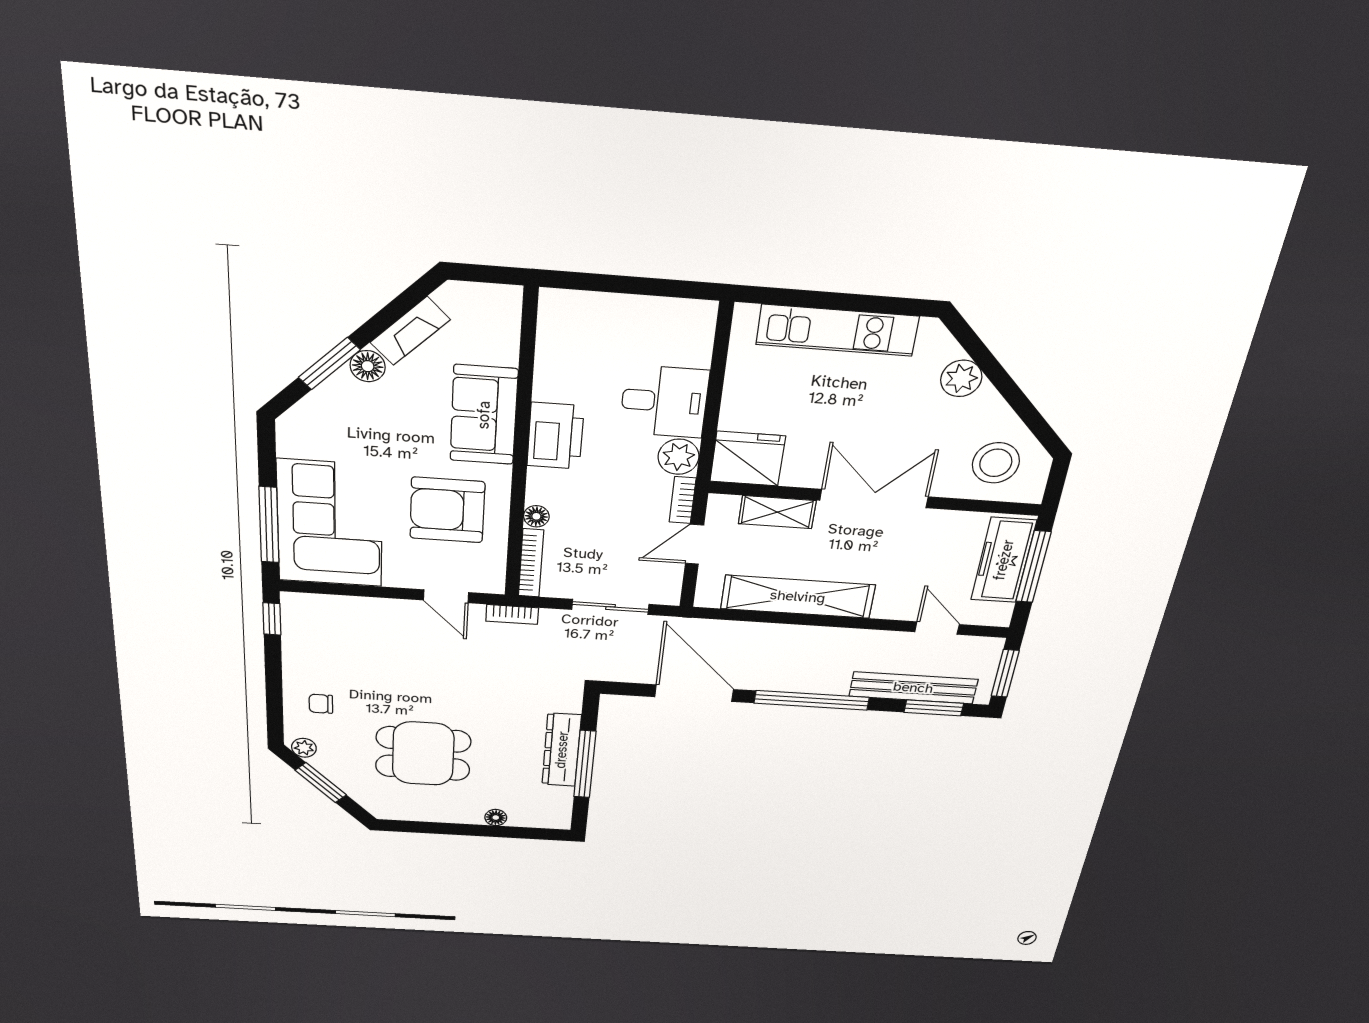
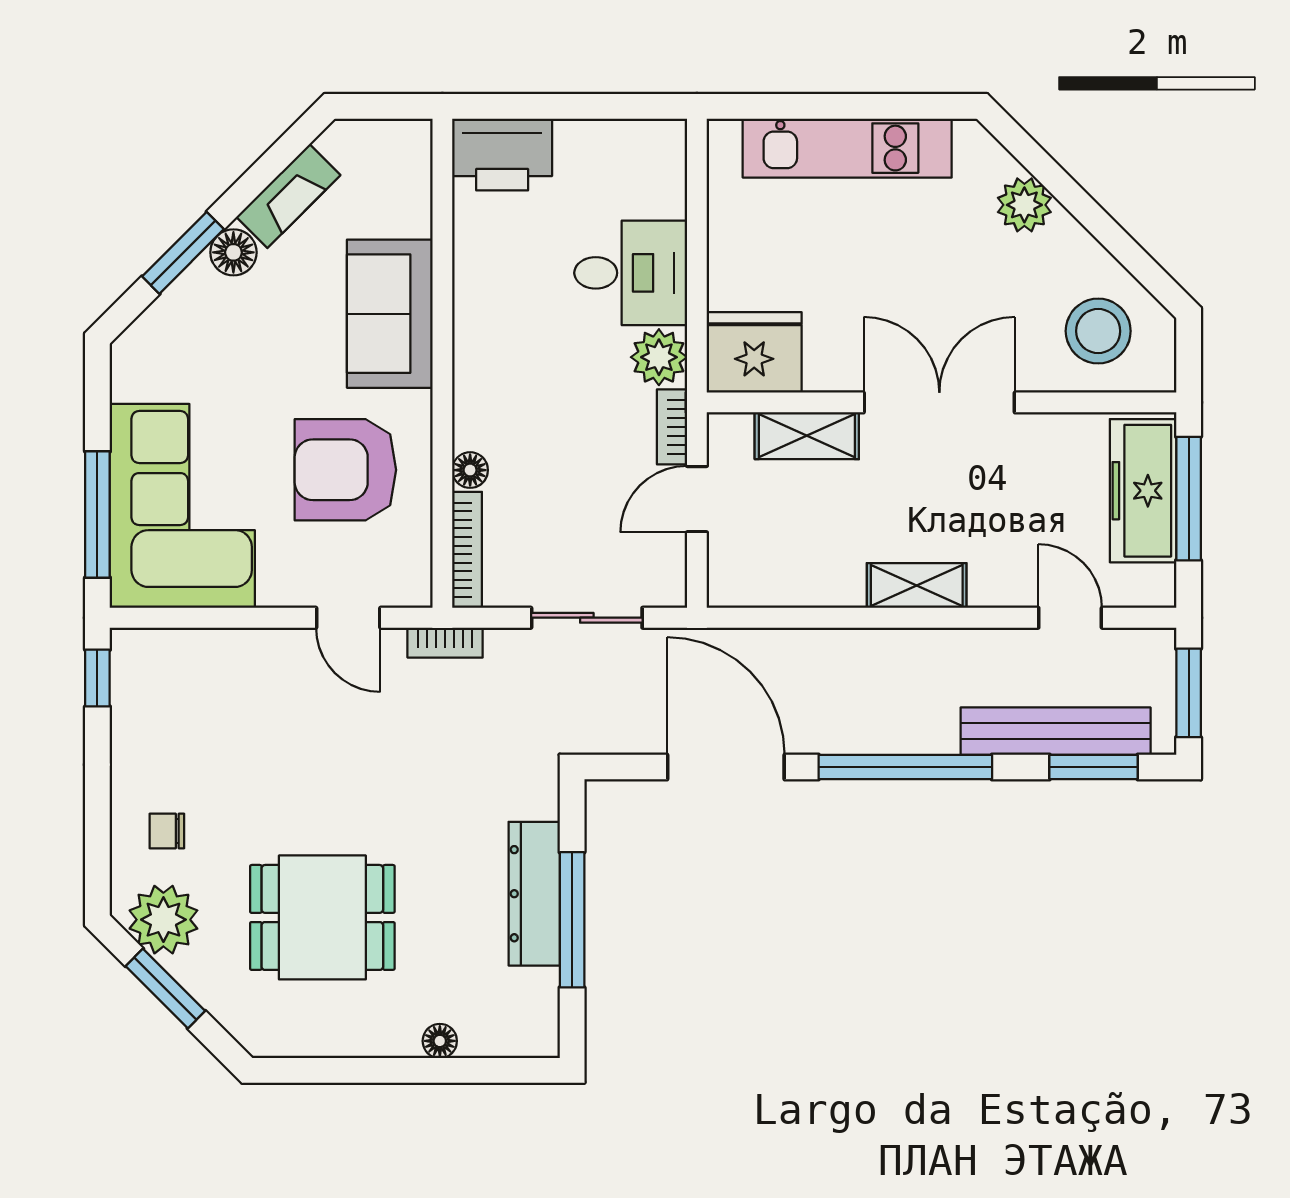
printer: (555, 436) -> (502, 155), moved, turned 90
shelving: (798, 597) -> (917, 586), width x0.45, depth x0.75
plant: (304, 748) -> (163, 920), width x1.88, depth x1.88

